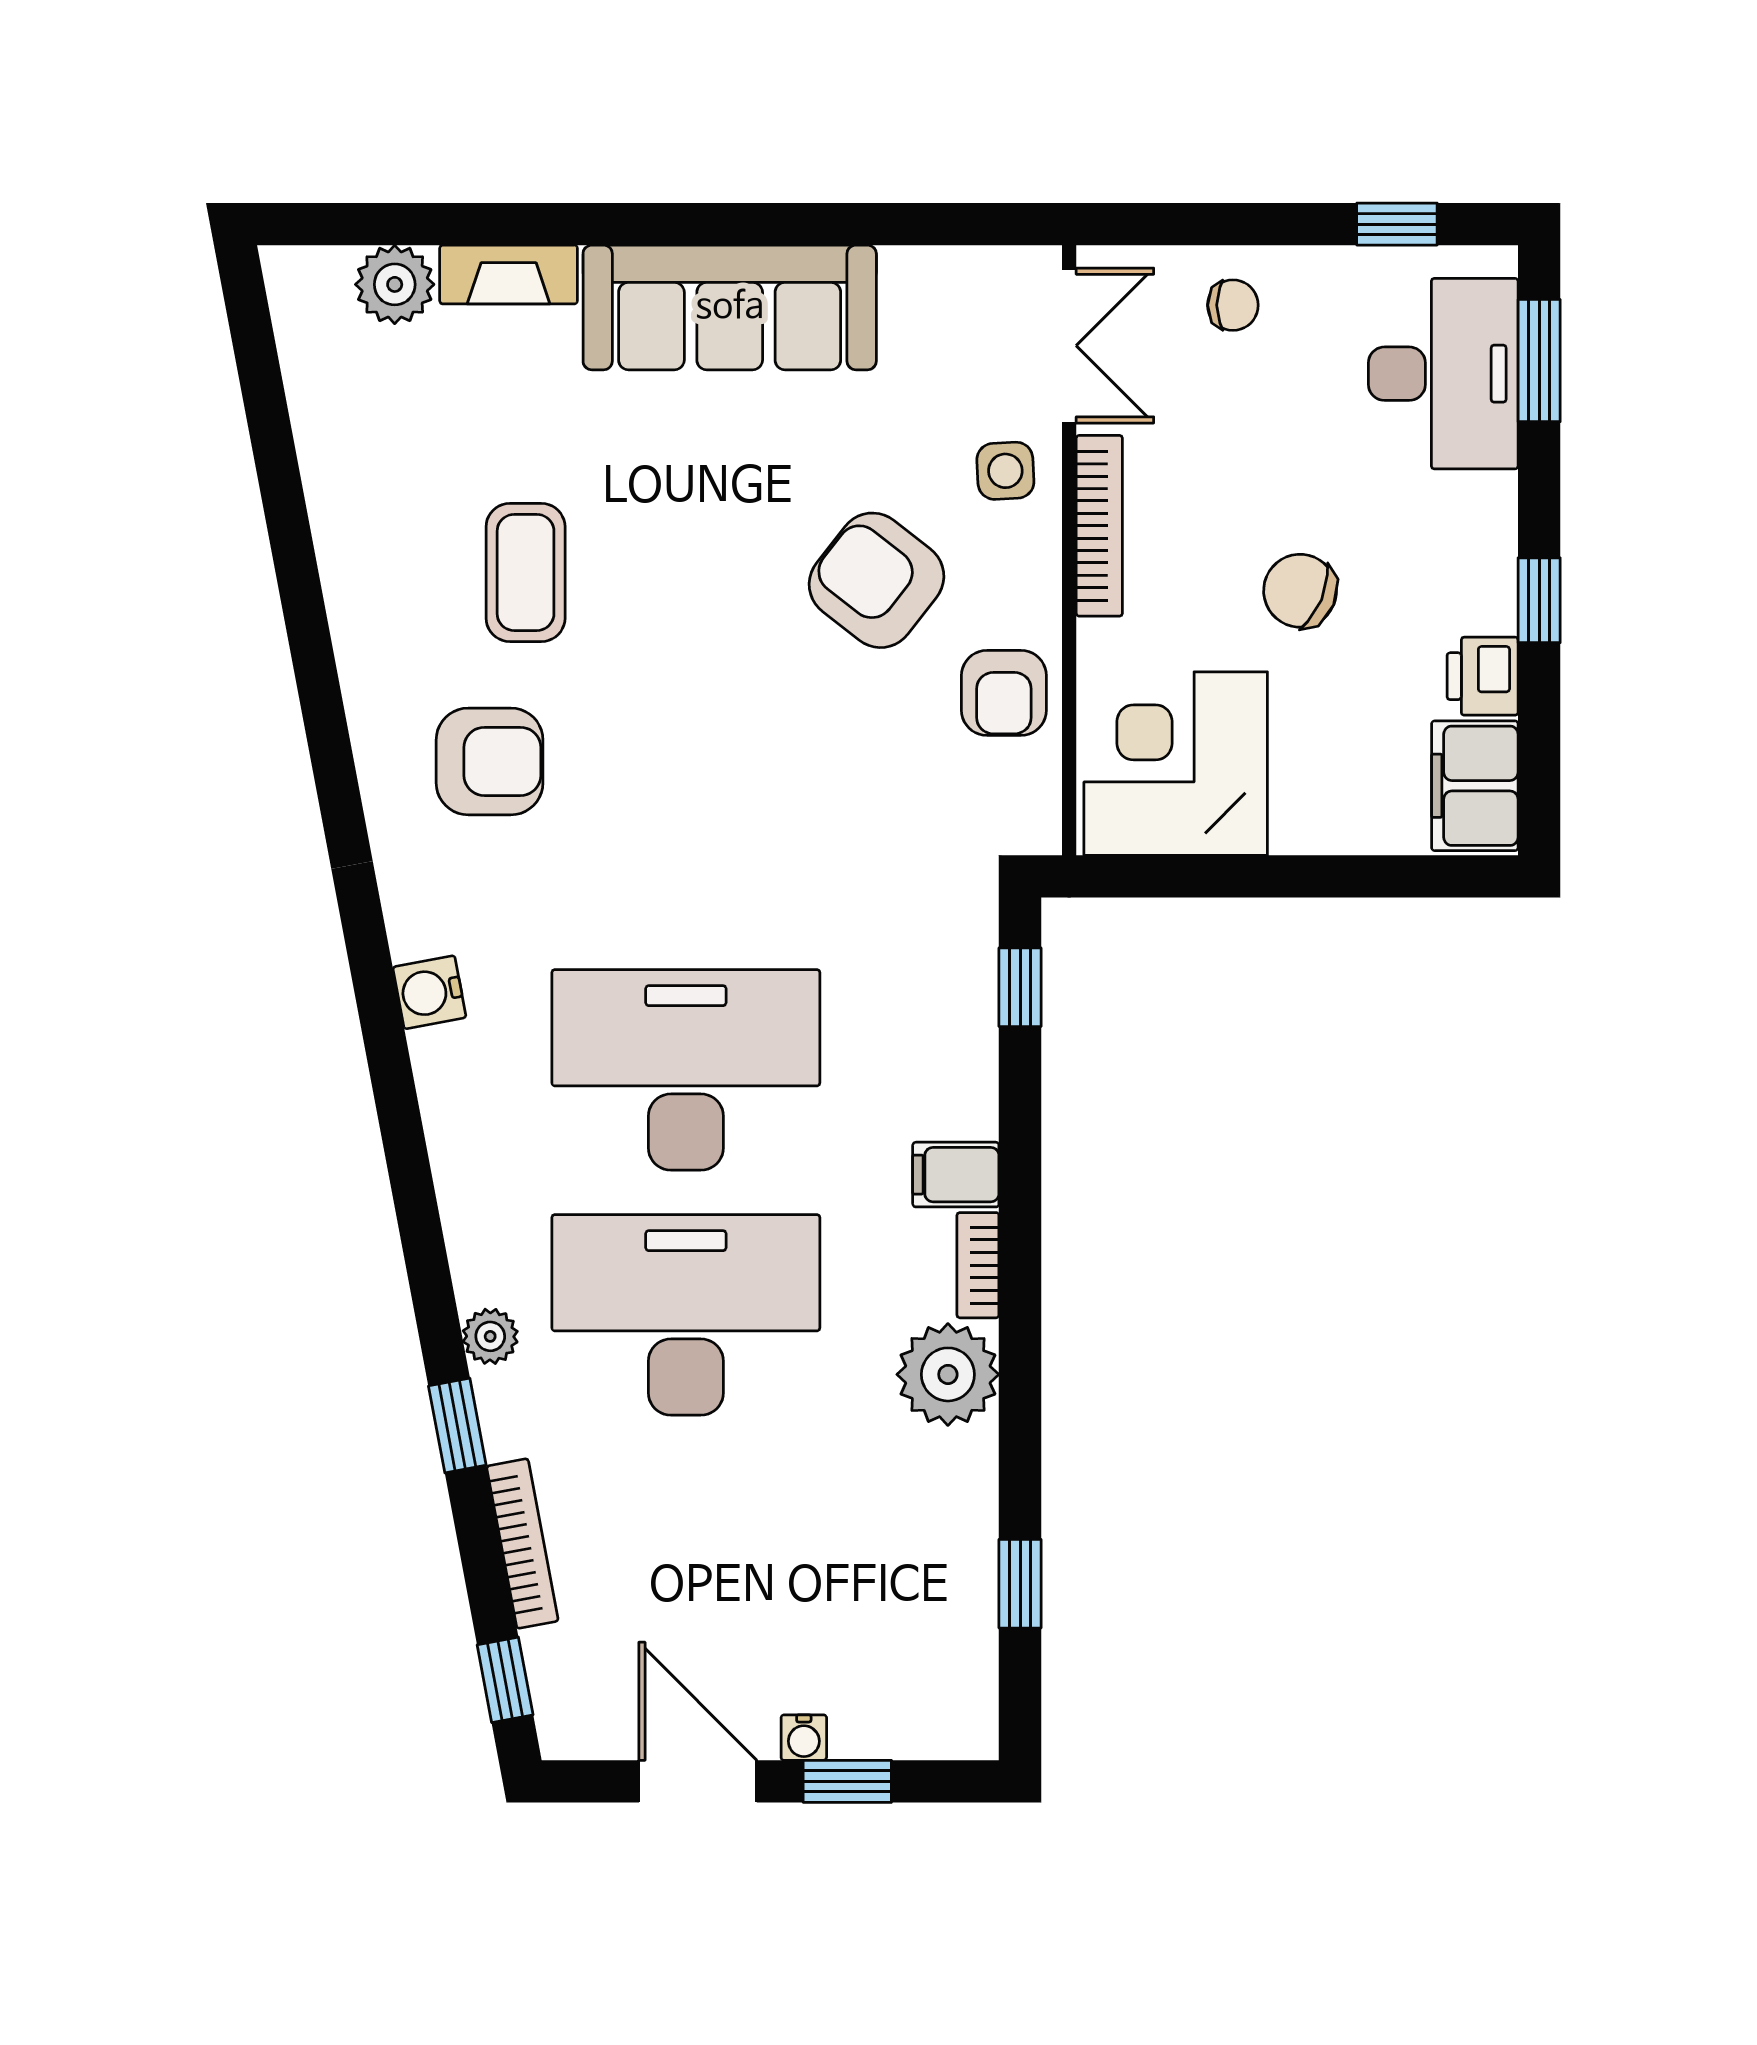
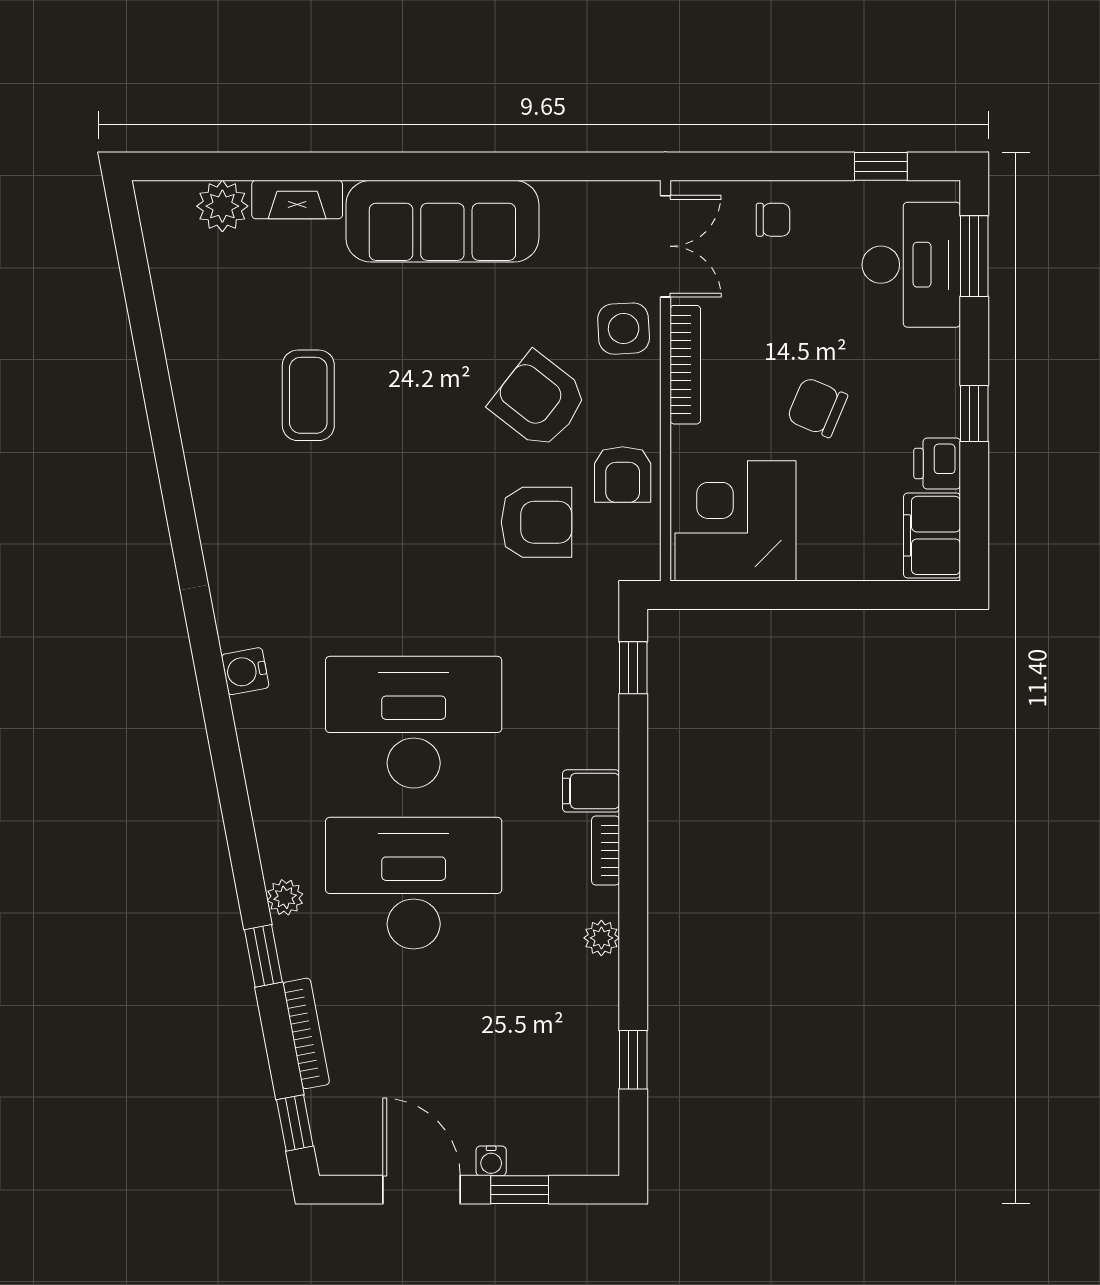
side table: (1005, 471) -> (624, 329), width x1.37, depth x1.37
armchair: (490, 761) -> (536, 522), moved
plant: (948, 1374) -> (601, 938), width x0.53, depth x0.53

